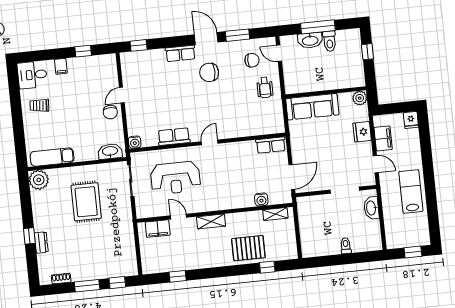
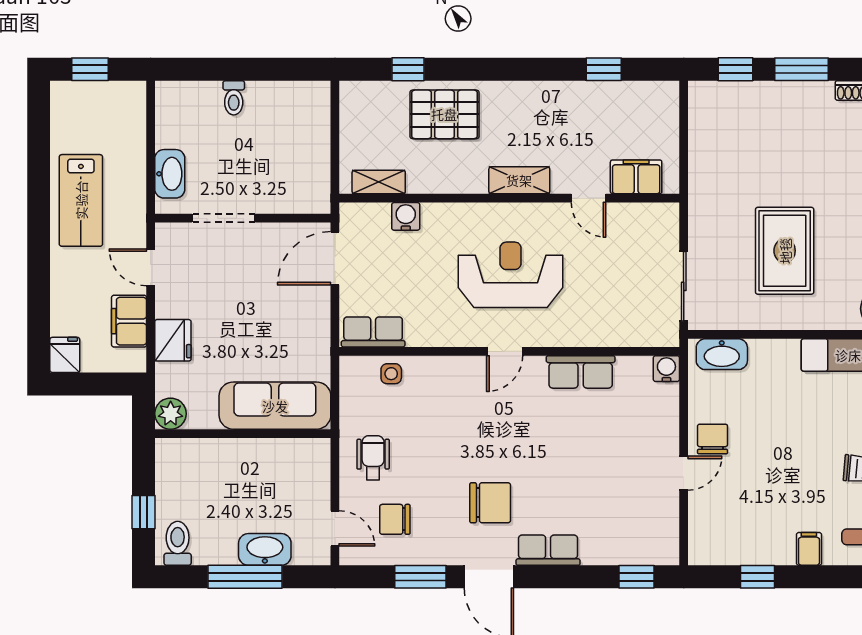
toilet: (330, 41) -> (178, 543), moved
side table: (261, 127) -> (391, 374), added
reception desk: (175, 178) -> (511, 275), moved

